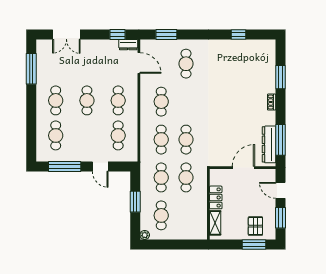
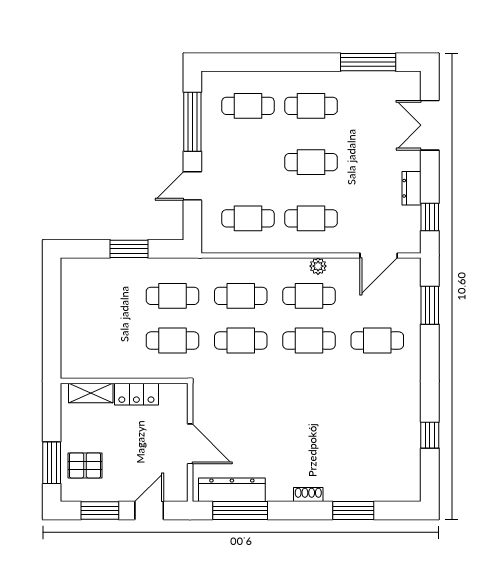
dresser: (128, 45) -> (412, 188), moved
cafe table: (161, 215) -> (309, 341), moved
plant: (145, 235) -> (318, 266), moved

